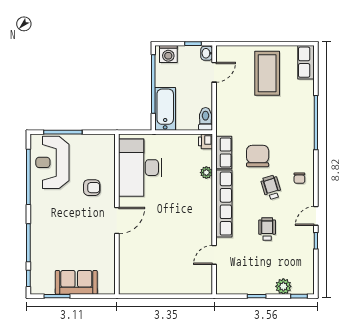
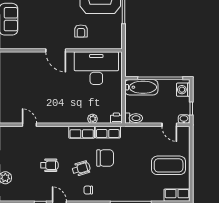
row of seats: (224, 204) -> (82, 132), width x0.50

